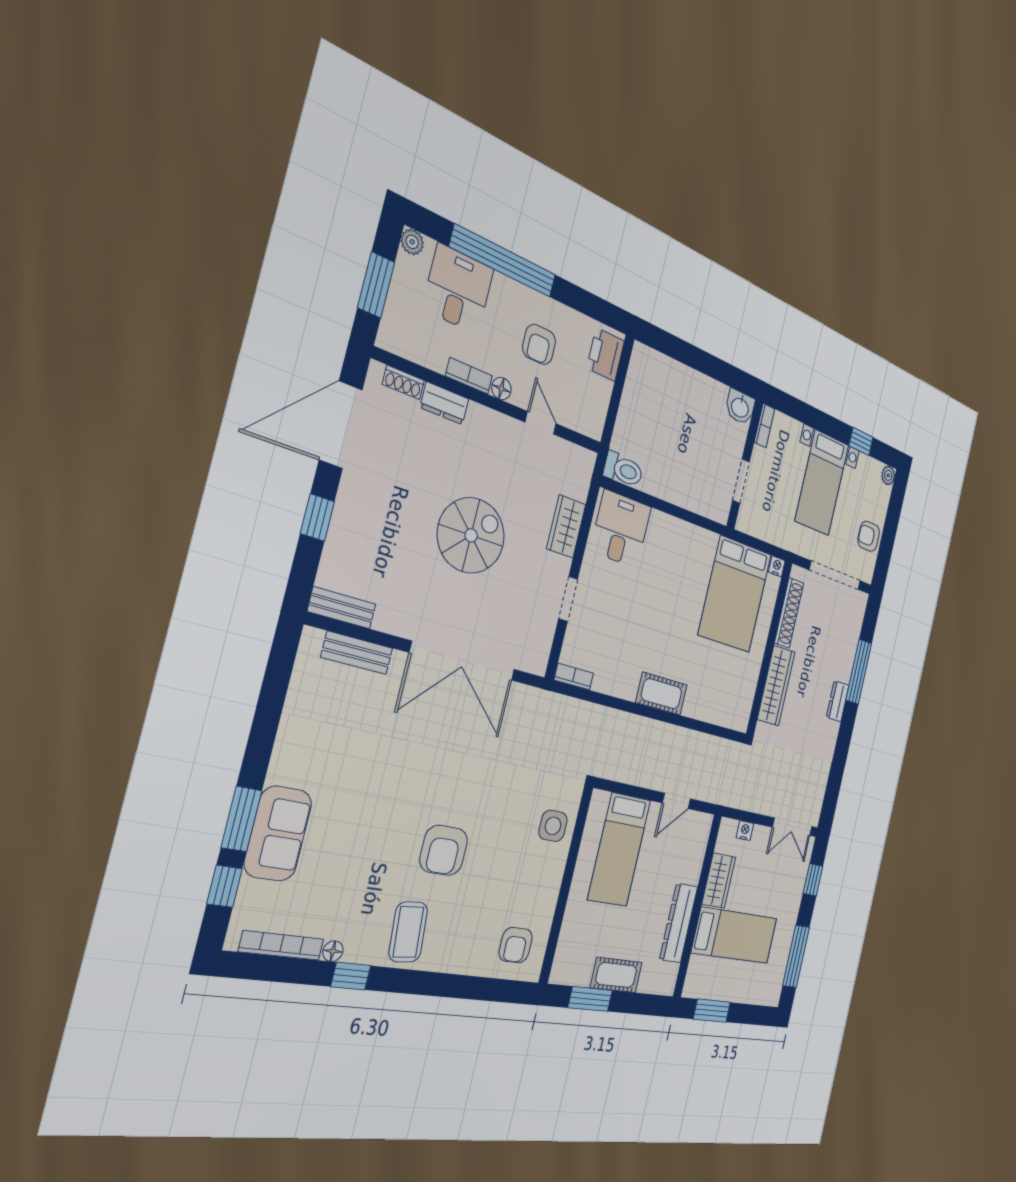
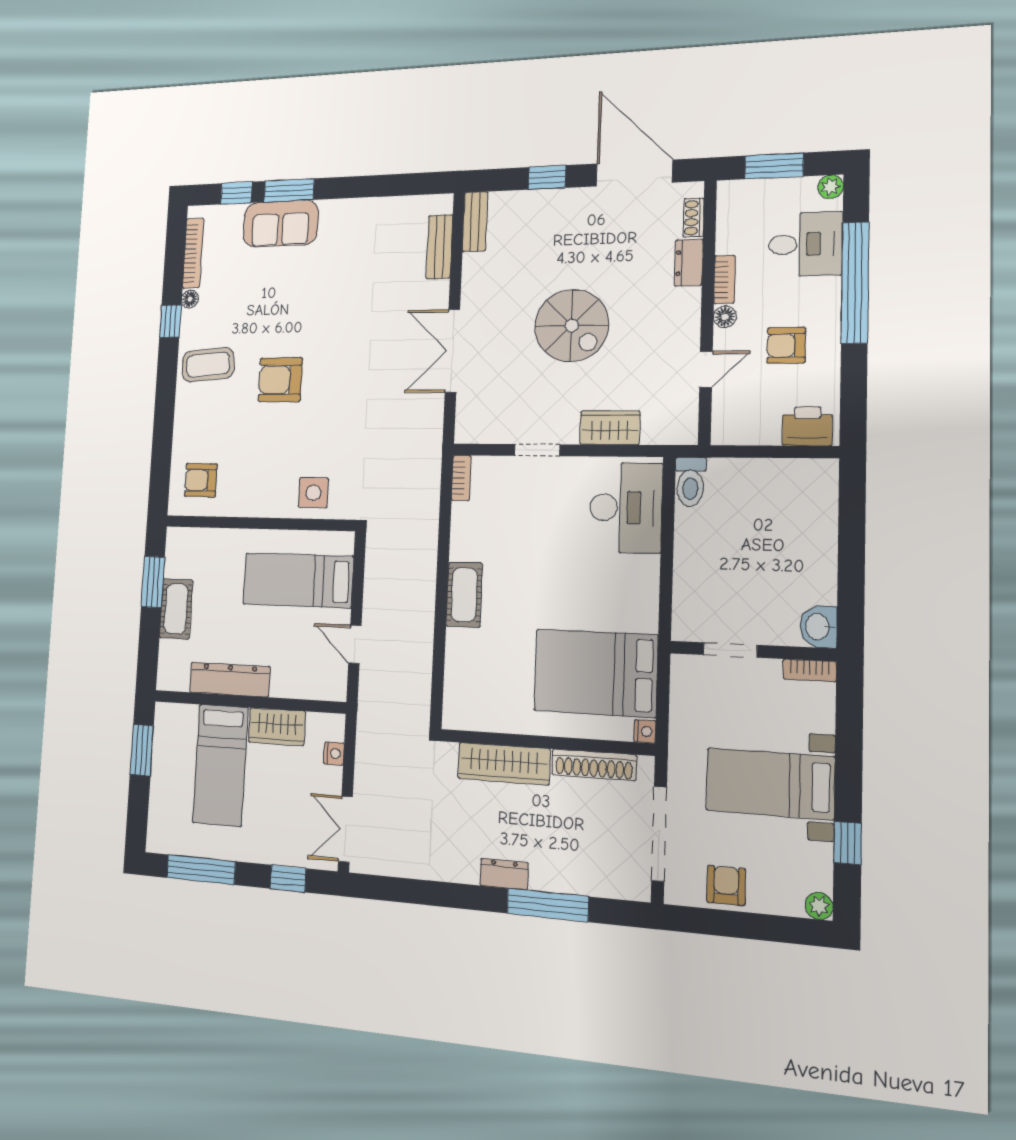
desk: (621, 529) -> (626, 508), width x1.37
double door: (463, 661) -> (452, 351), width x0.73

